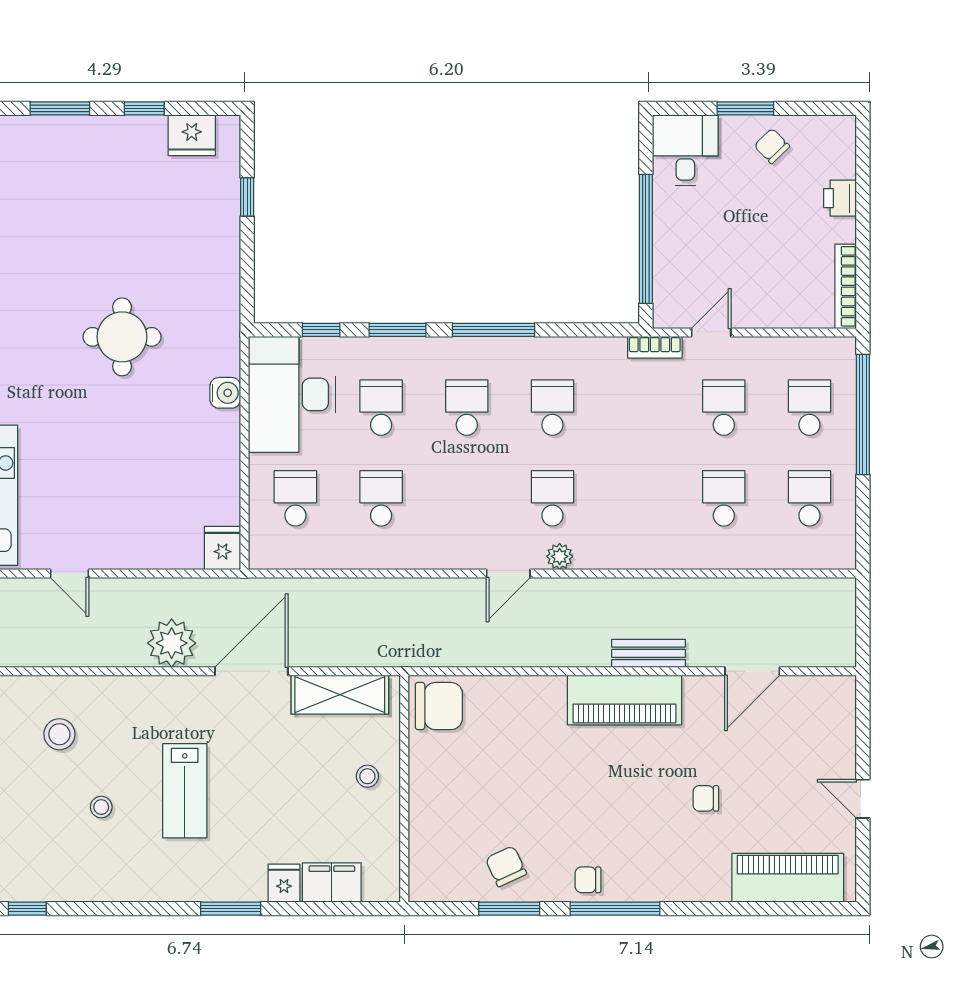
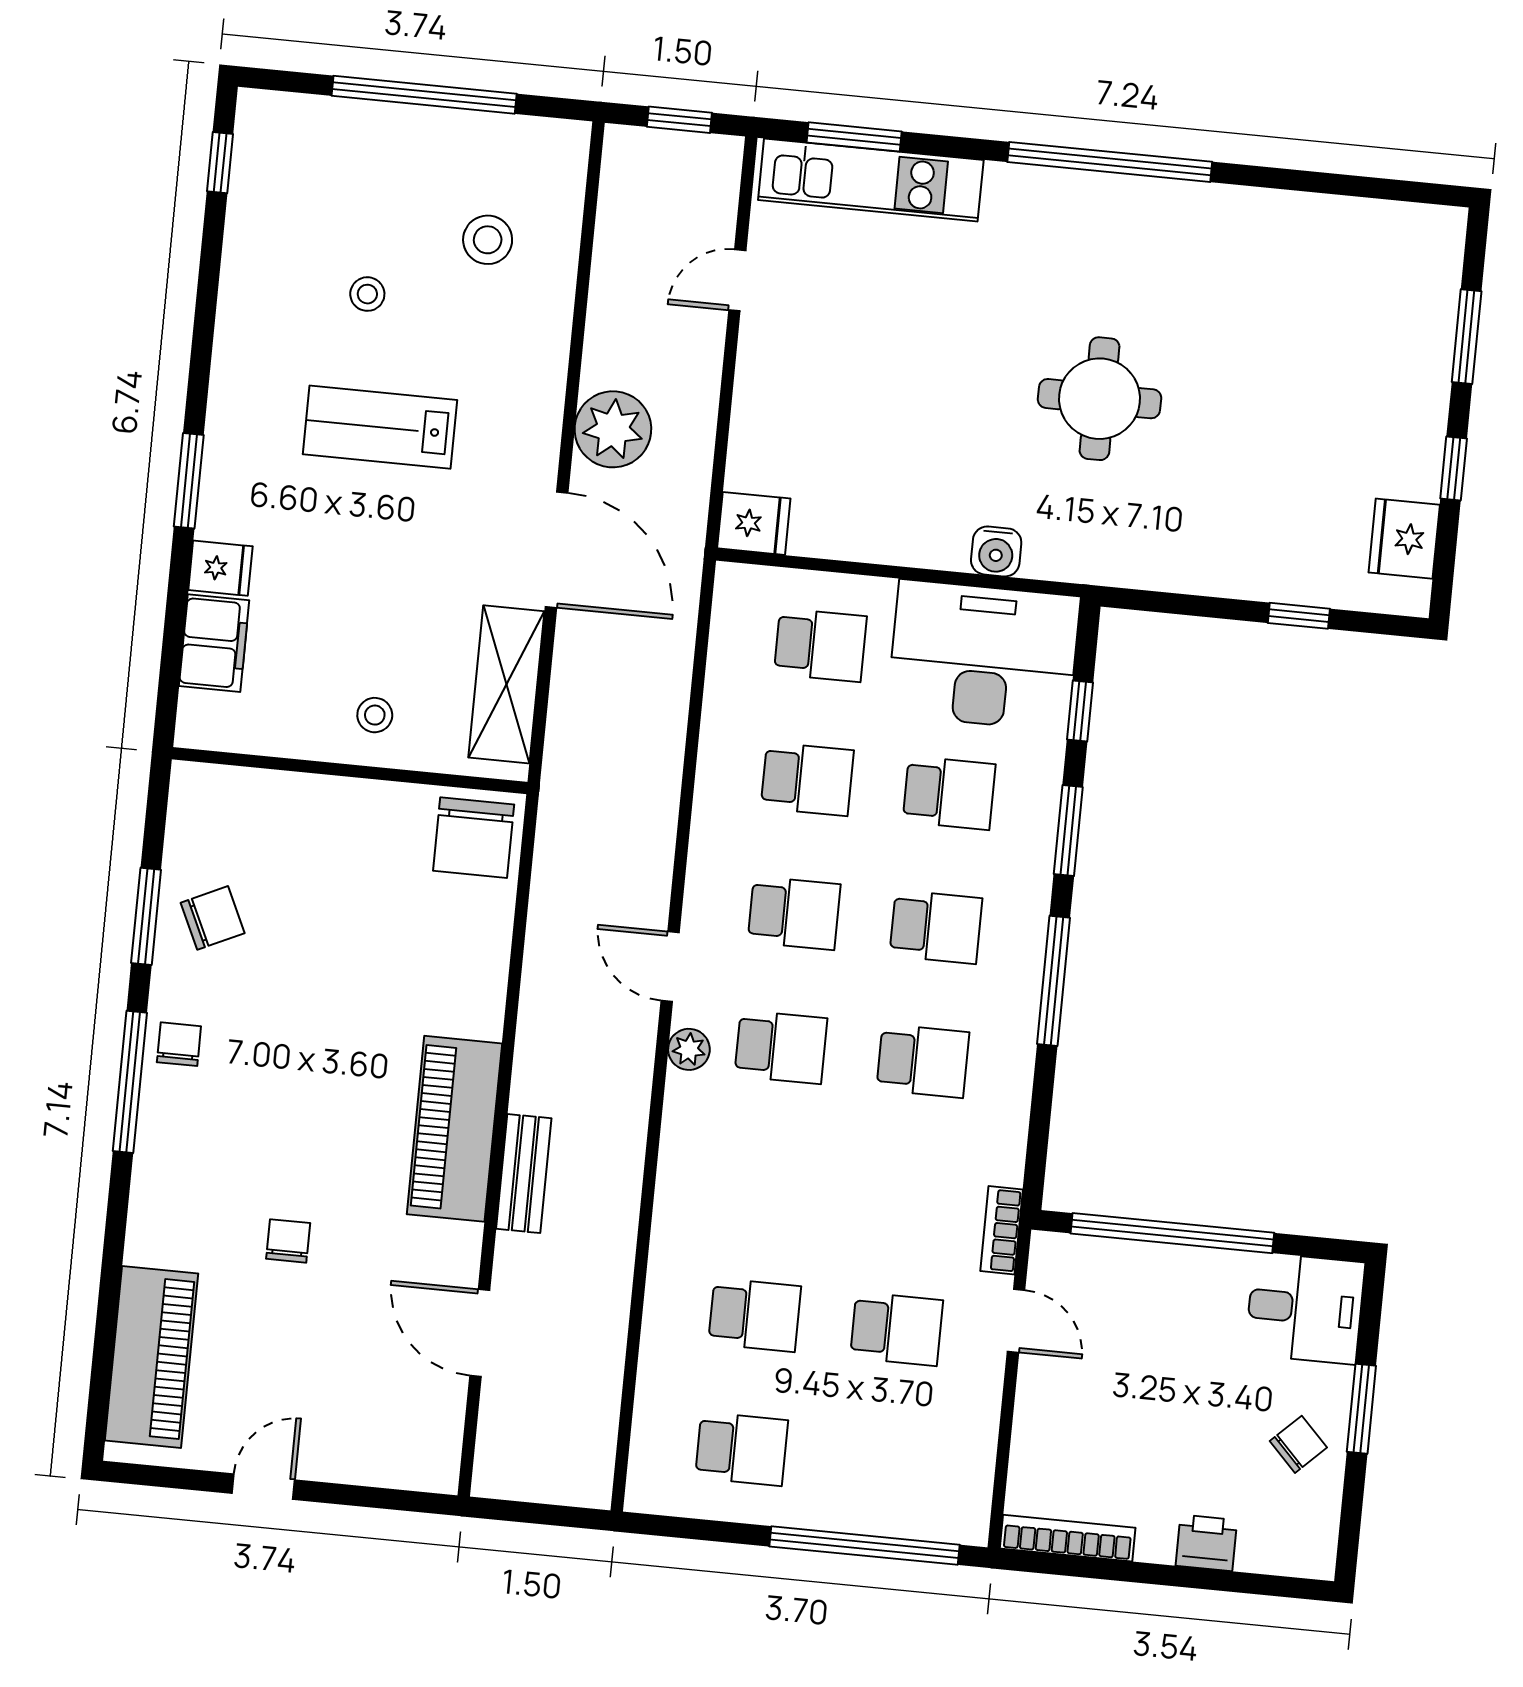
school desk: (809, 408) -> (794, 913), moved

